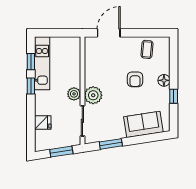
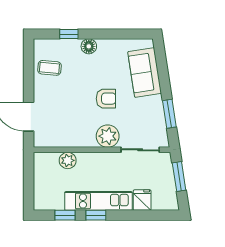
kitchen unit: (42, 63) -> (98, 201), moved
armchair: (135, 79) -> (106, 99), moved
plant: (74, 94) -> (68, 160), moved
window: (174, 96) -> (69, 34), moved

